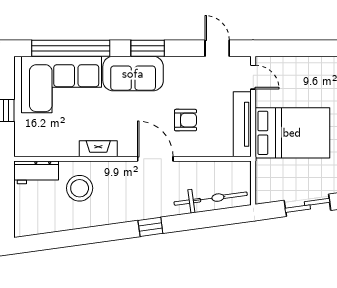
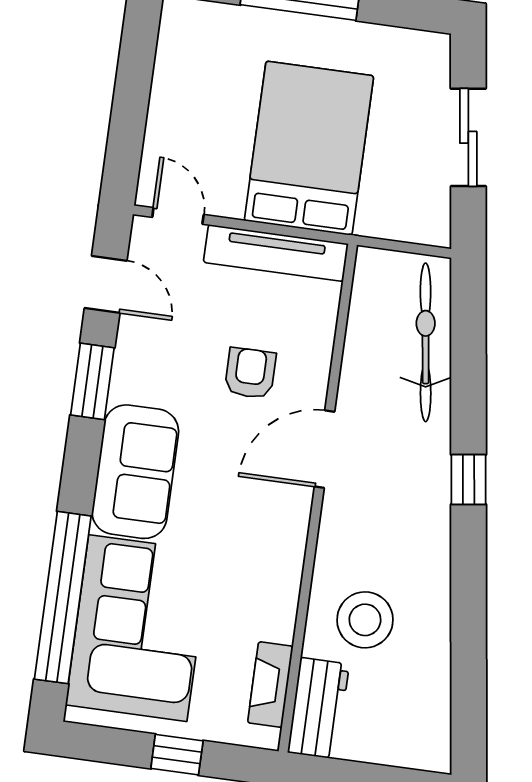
window: (148, 48) -> (92, 381), moved
door: (217, 48) -> (106, 284), swing flipped
door: (253, 77) -> (178, 216), hinge flipped
fireplace: (98, 149) -> (270, 685), moved

